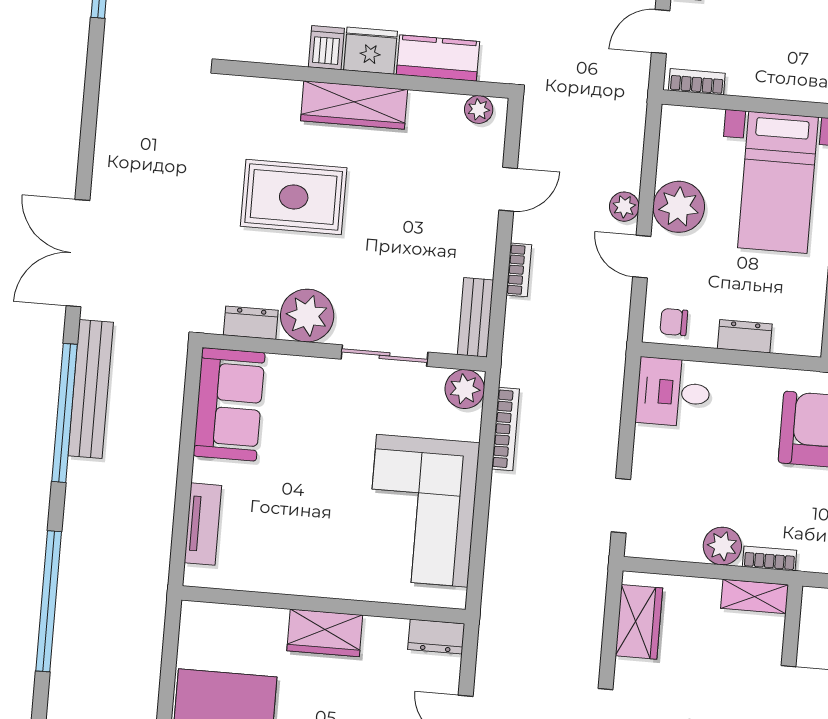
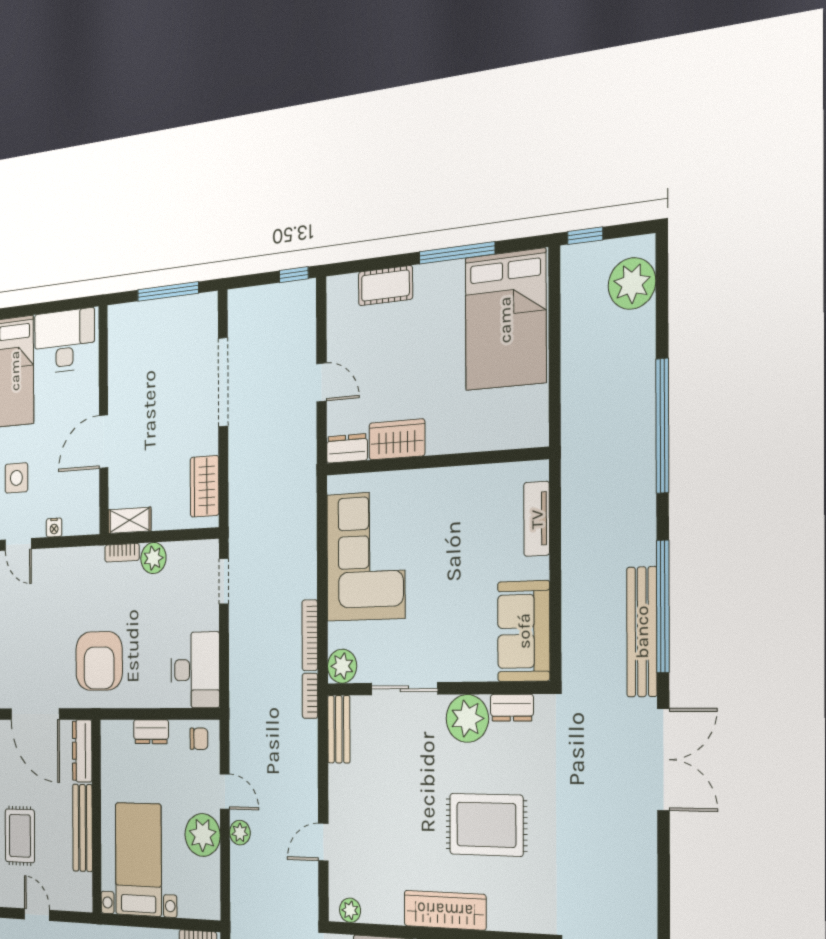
bookcase: (519, 270) -> (310, 696), moved
desk: (673, 392) -> (195, 670), width x1.37
wardrobe: (325, 633) -> (397, 439), moved

